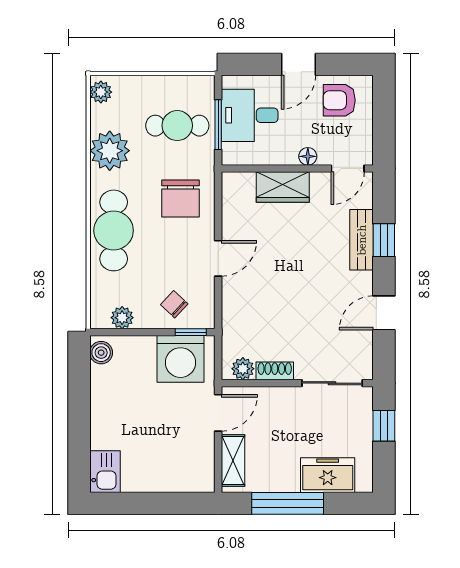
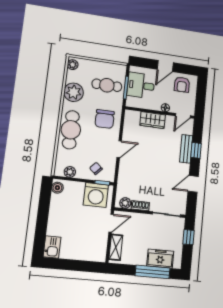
armchair: (339, 100) -> (182, 85), turned -90
window: (288, 503) -> (153, 272), moved

